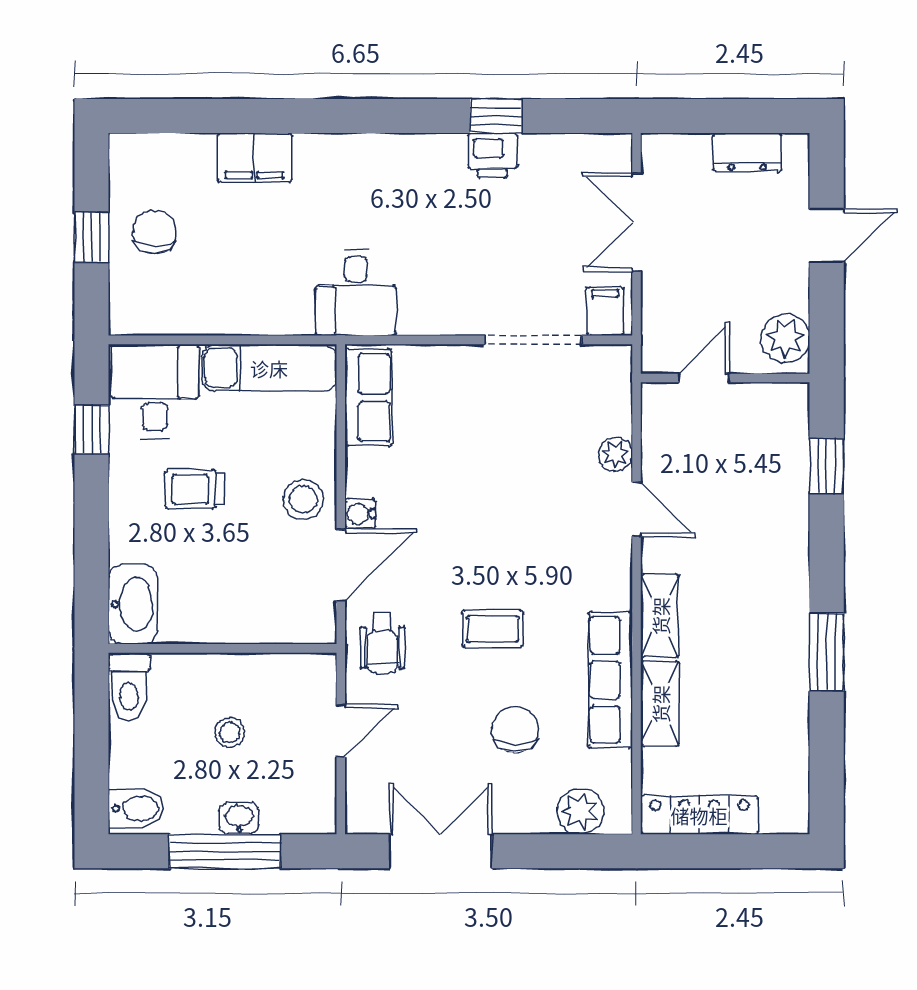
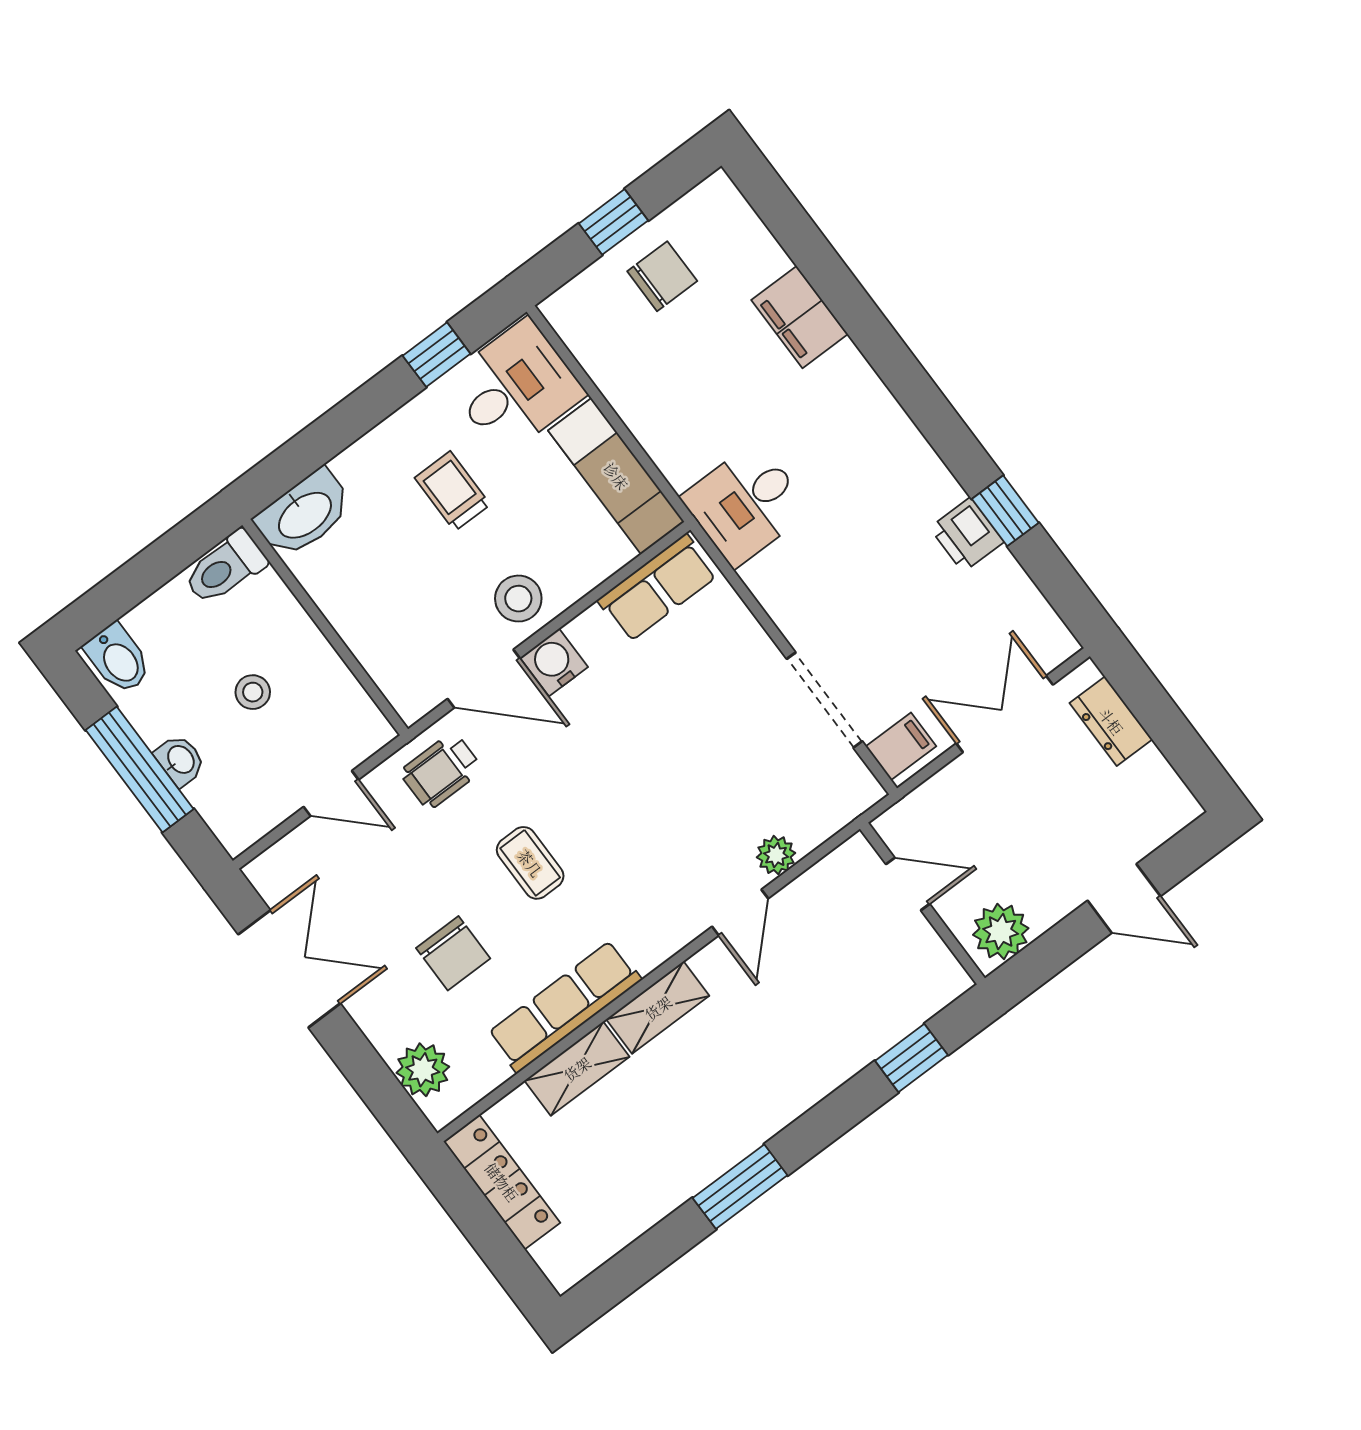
dresser: (747, 152) -> (1111, 721), moved
water cooler: (360, 514) -> (554, 662), width x1.38, depth x1.38
chair: (515, 729) -> (453, 953), turned 90

